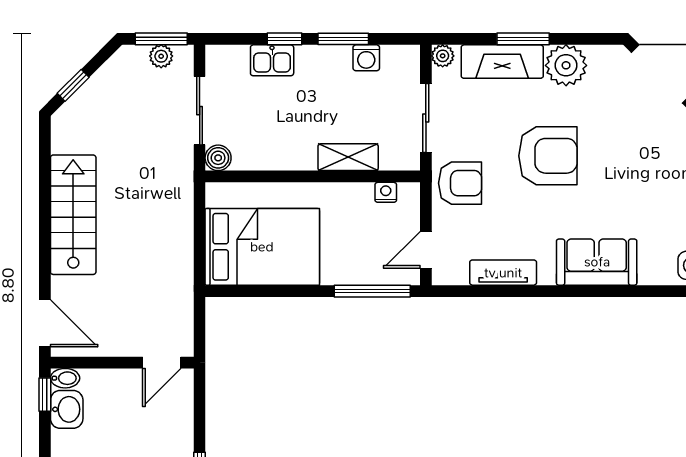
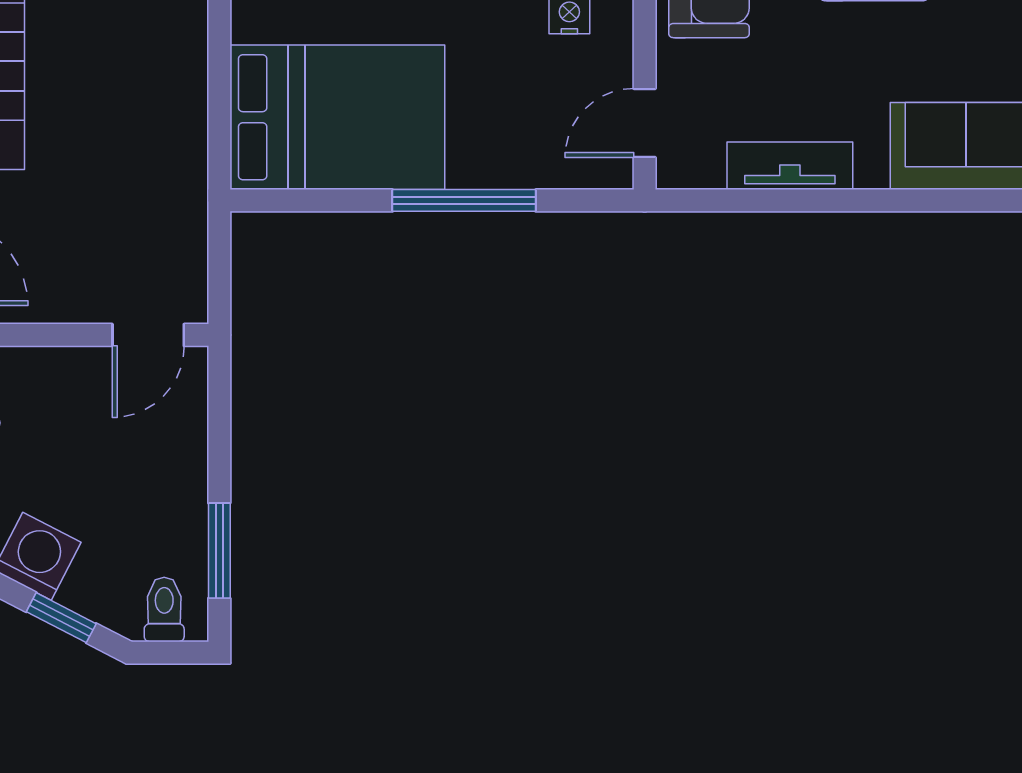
window: (372, 291) -> (464, 200), moved

